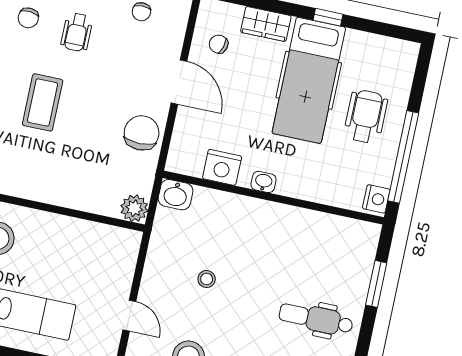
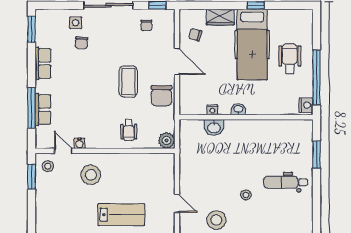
wheelchair: (77, 32) -> (129, 130), moved
coffee table: (43, 102) -> (128, 82), moved
chair: (142, 133) -> (161, 96), turned 180
nightstand: (222, 167) -> (212, 110), width x0.53, depth x0.56
washbasin: (176, 195) -> (214, 127), moved
stool: (207, 279) -> (246, 195), moved

